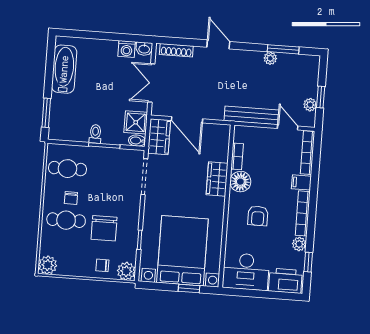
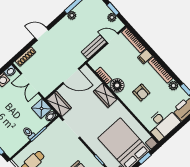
bench: (251, 115) -> (94, 47), width x0.73
door: (187, 120) -> (71, 76), moved

